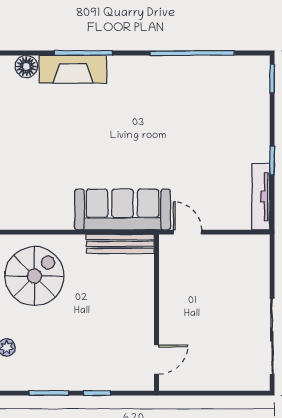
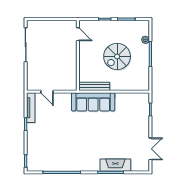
floor lamp: (26, 66) -> (137, 166), removed
door: (187, 232) -> (47, 92), moved
spiral stairs: (34, 276) -> (117, 56), moved
door: (157, 359) -> (78, 34), swing flipped

